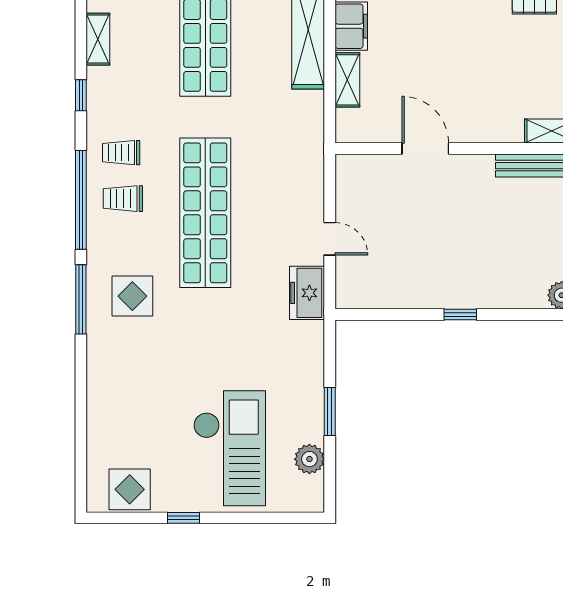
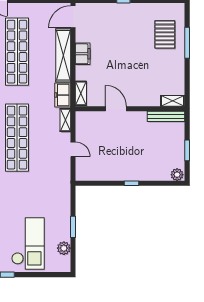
shelving: (347, 80) -> (81, 93), moved
shelving: (313, 174) -> (65, 120), added
freezer: (307, 293) -> (63, 95), moved

